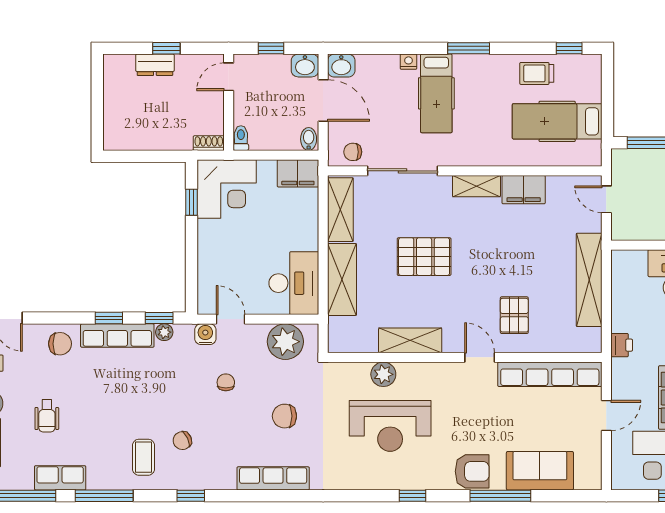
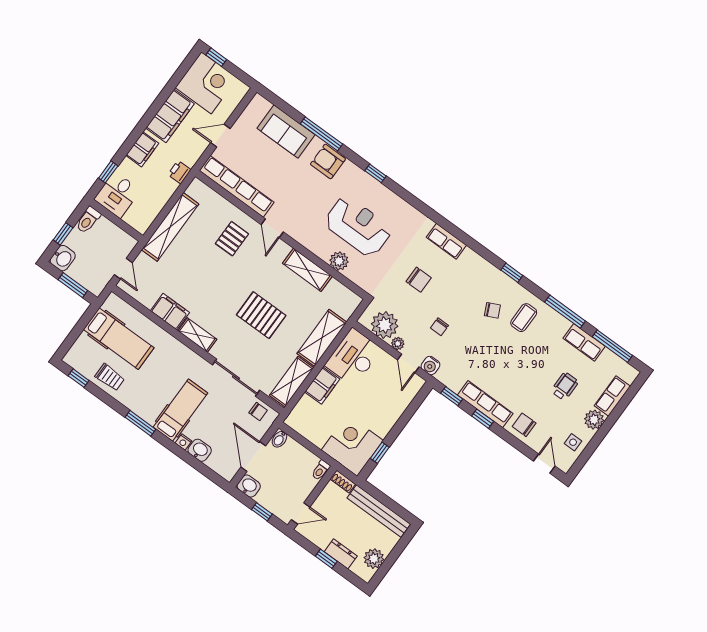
washbasin: (341, 66) -> (200, 450), moved
plant: (116, 85) -> (374, 559), added
bench: (148, 140) -> (379, 511), added
filing cabinet: (298, 173) -> (322, 385), moved, turned 90
plant: (164, 332) -> (398, 343), moved
row of seats: (273, 478) -> (446, 241), width x0.68

